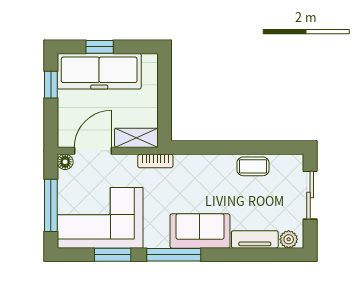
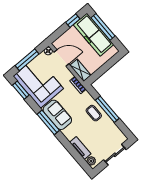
window: (100, 47) -> (103, 27), width x2.17
window: (231, 148) -> (107, 109), added
coffee table: (253, 166) -> (94, 113), moved
sofa: (200, 231) -> (57, 115), moved
window: (113, 255) -> (21, 90), moved

